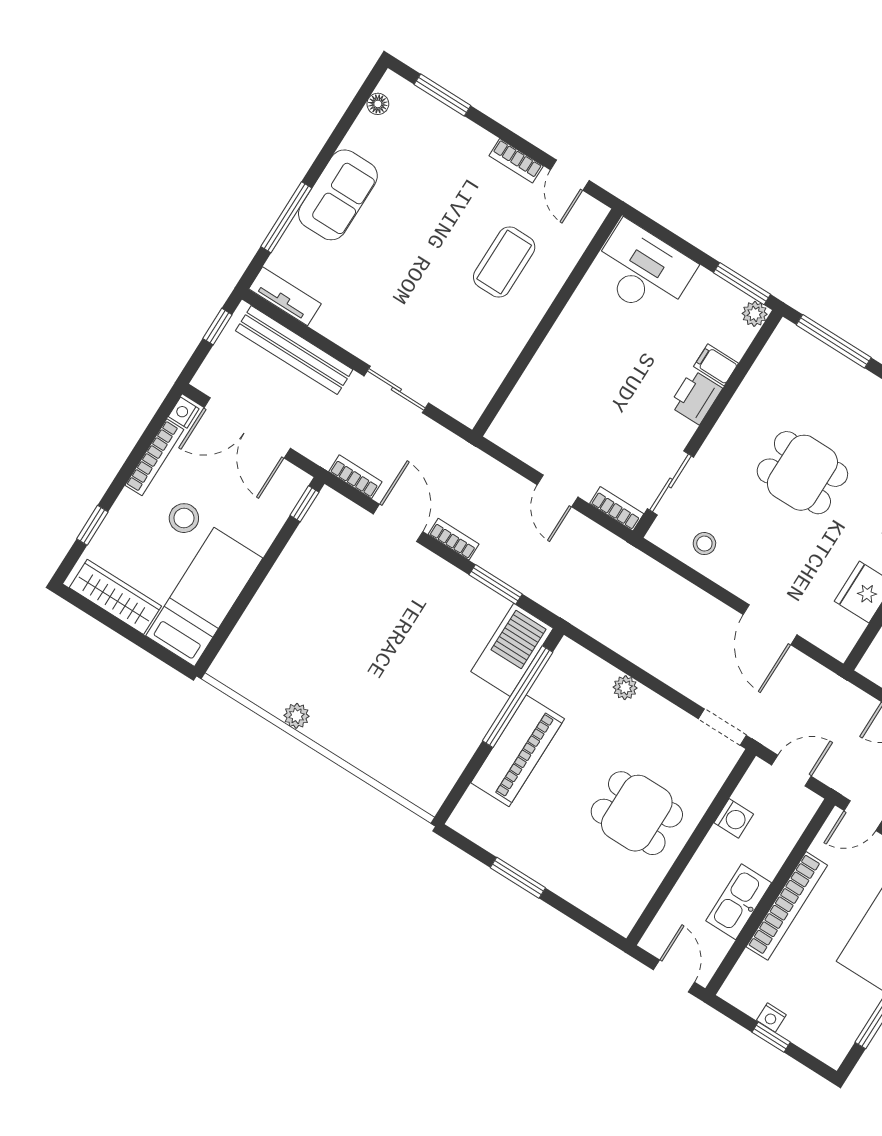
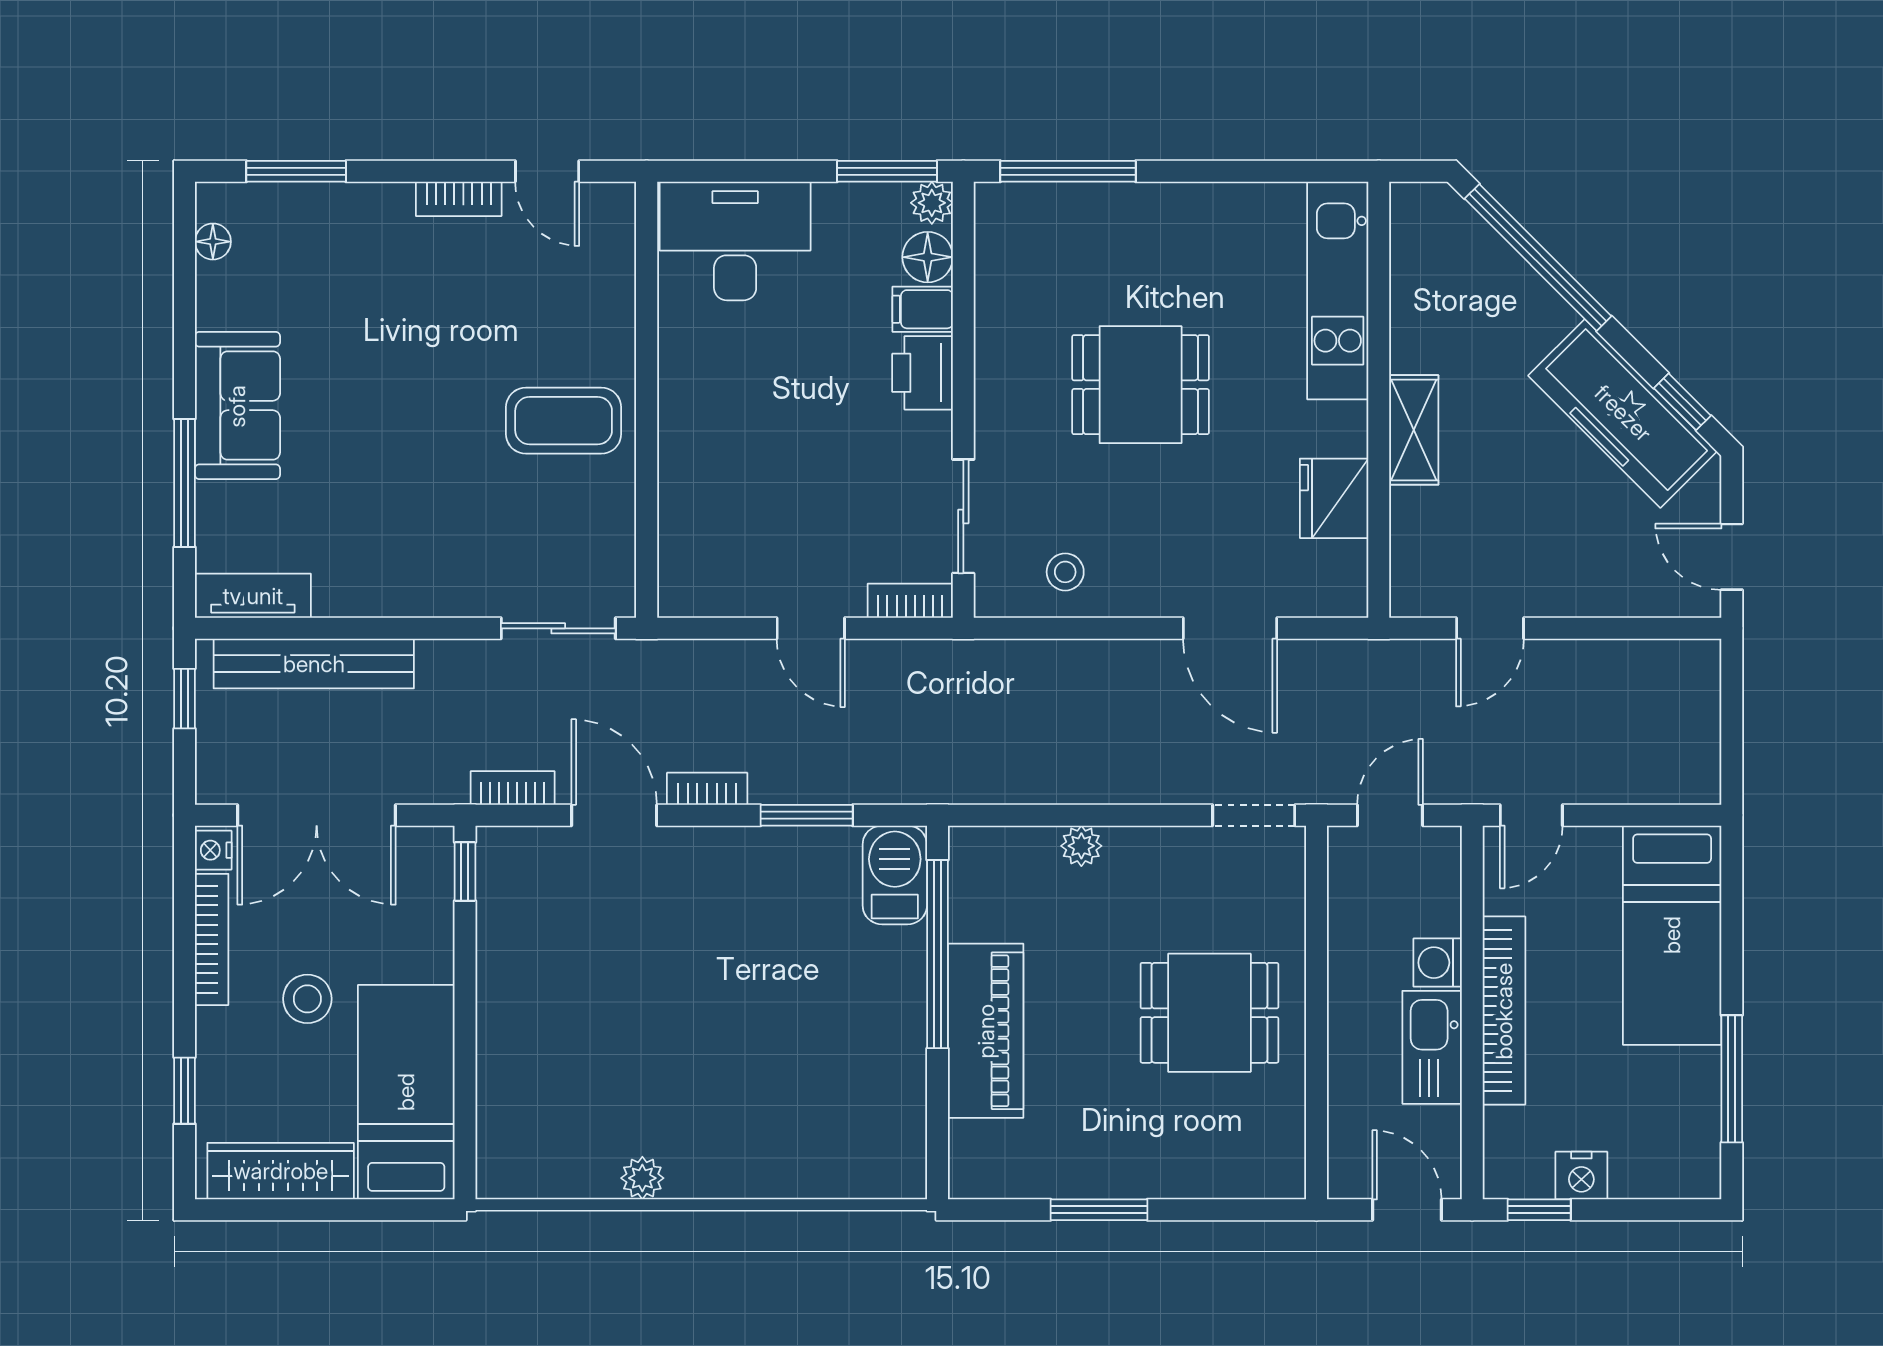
coffee table: (504, 262) -> (564, 421), moved, turned 90
floor lamp: (735, 340) -> (928, 257), added
sliding door: (396, 389) -> (558, 628), moved
barbecue: (512, 650) -> (895, 875), width x0.73, depth x0.83
washing machine: (734, 818) -> (1438, 963), moved, turned 180
nightstand: (771, 1018) -> (1581, 1176), width x1.39, depth x1.35
window: (771, 1037) -> (1539, 1210), moved

